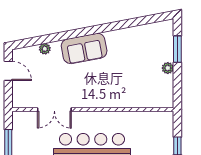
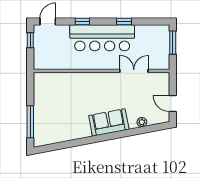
window: (177, 49) -> (30, 122), width x1.44
plant: (168, 68) -> (38, 106), removed

